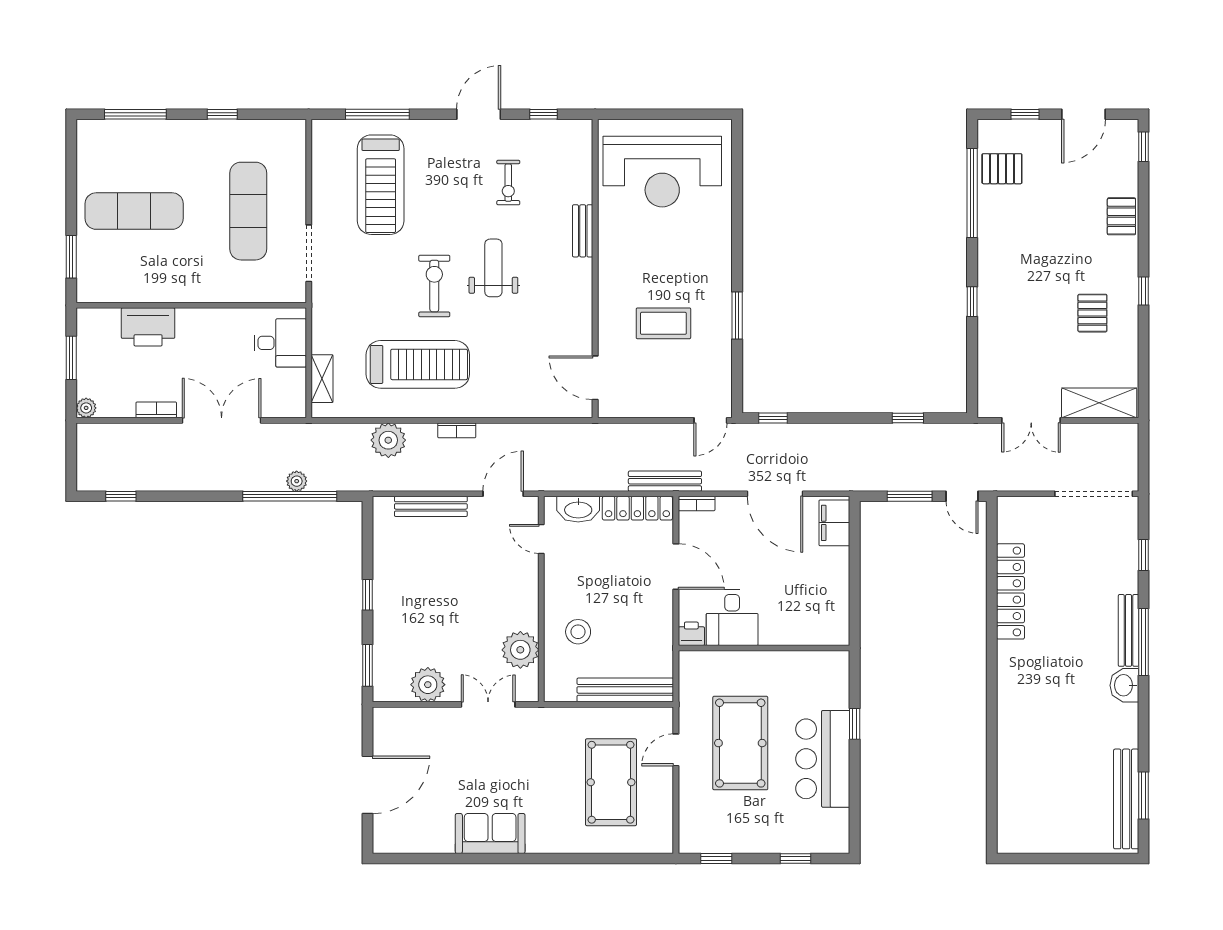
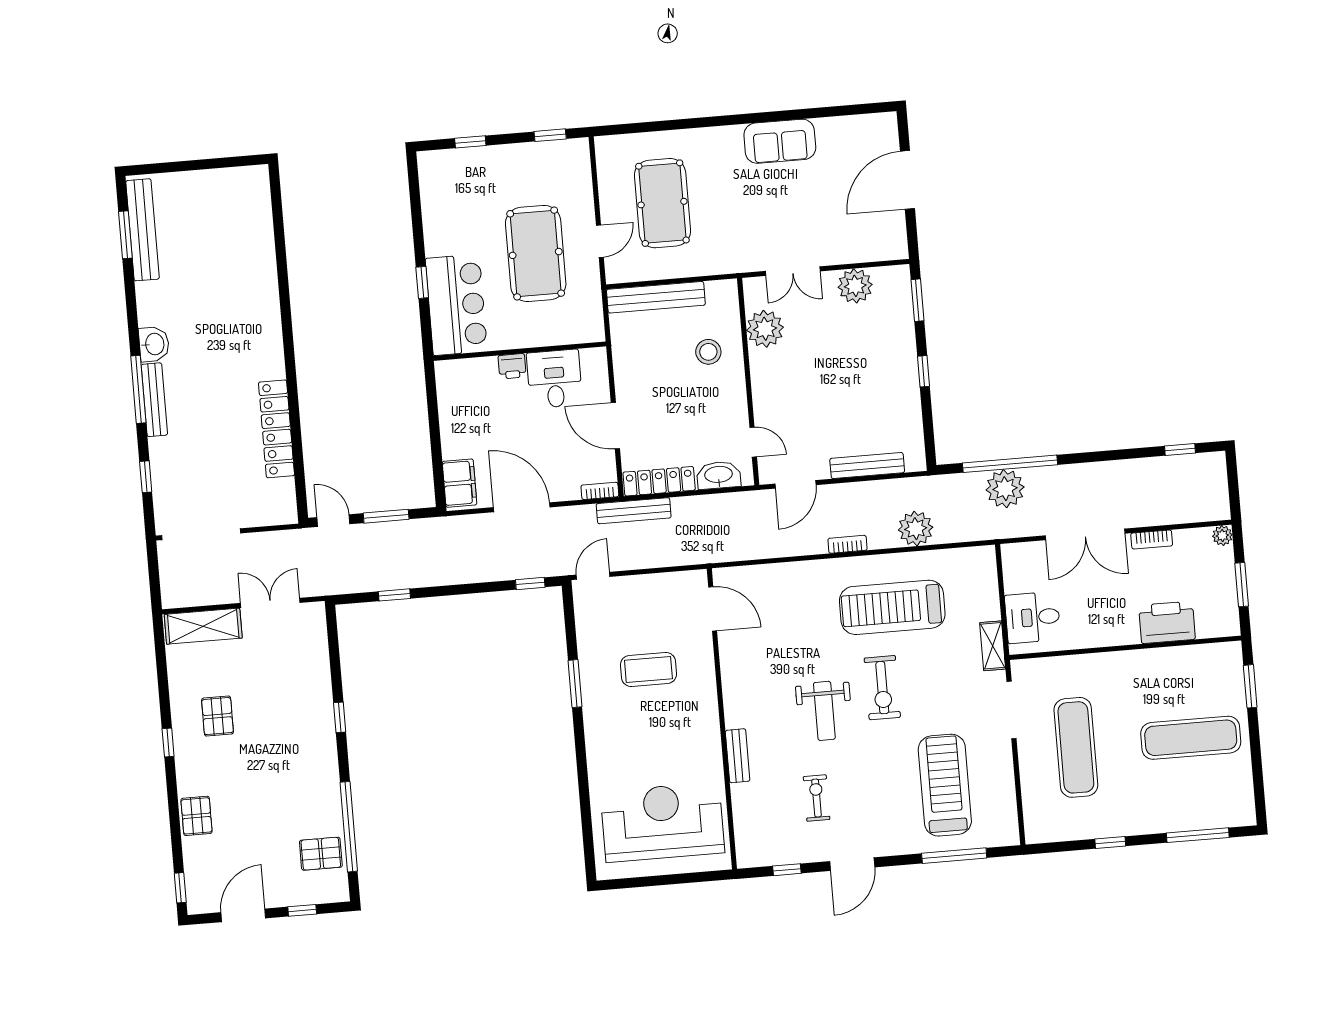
shelving: (322, 379) -> (993, 646), moved
plant: (297, 481) -> (1005, 489), width x1.88, depth x1.88
printer: (691, 634) -> (512, 366), moved
bar counter: (823, 759) -> (456, 305), moved

